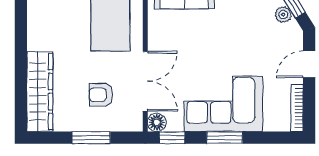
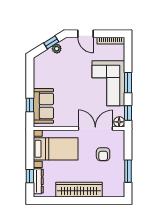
wardrobe: (40, 92) -> (79, 190), moved
window: (91, 138) -> (128, 171), moved

